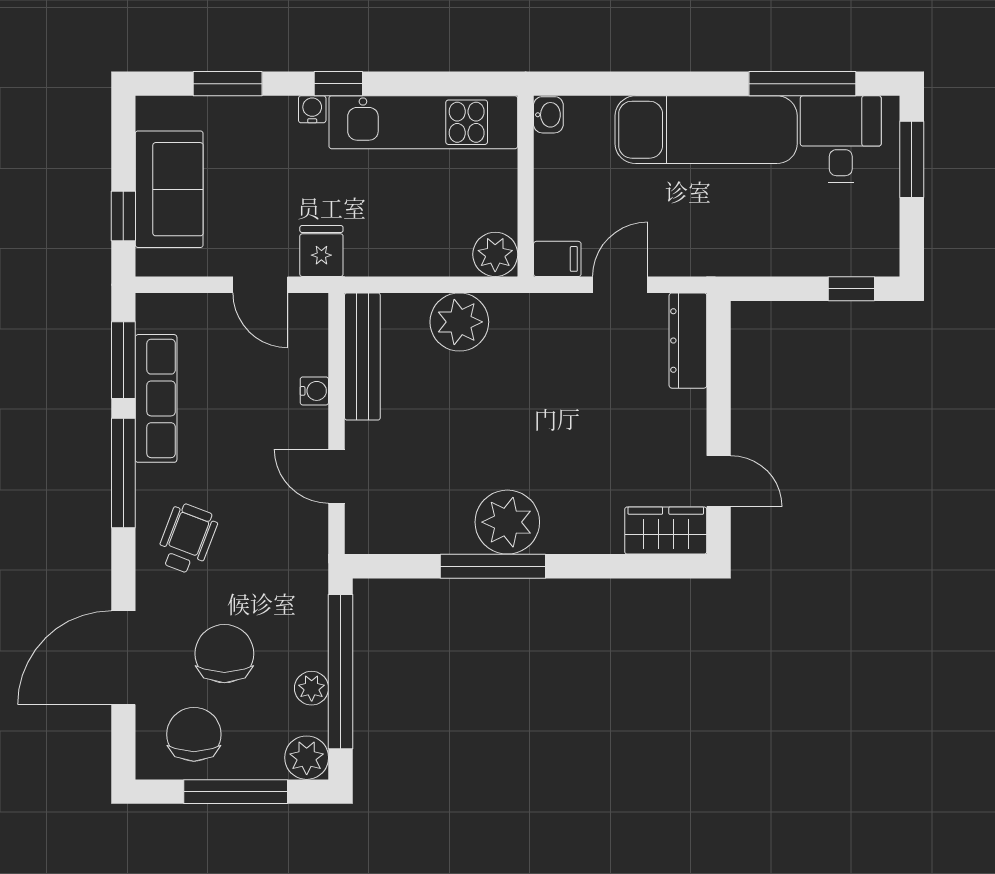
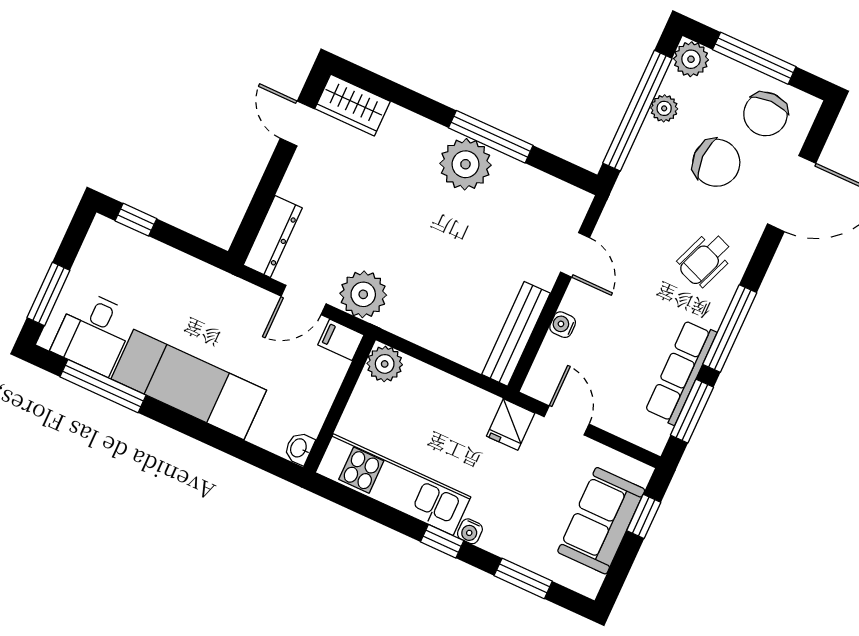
plant: (459, 322) -> (363, 294), moved
chair: (224, 654) -> (716, 163), turned -90

